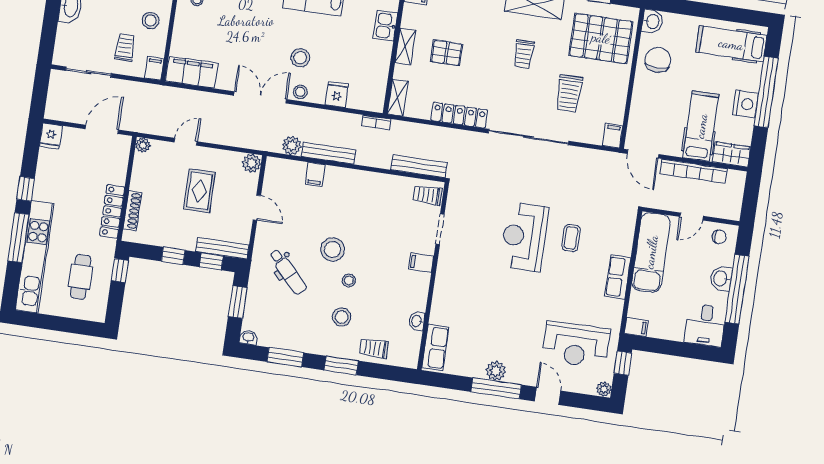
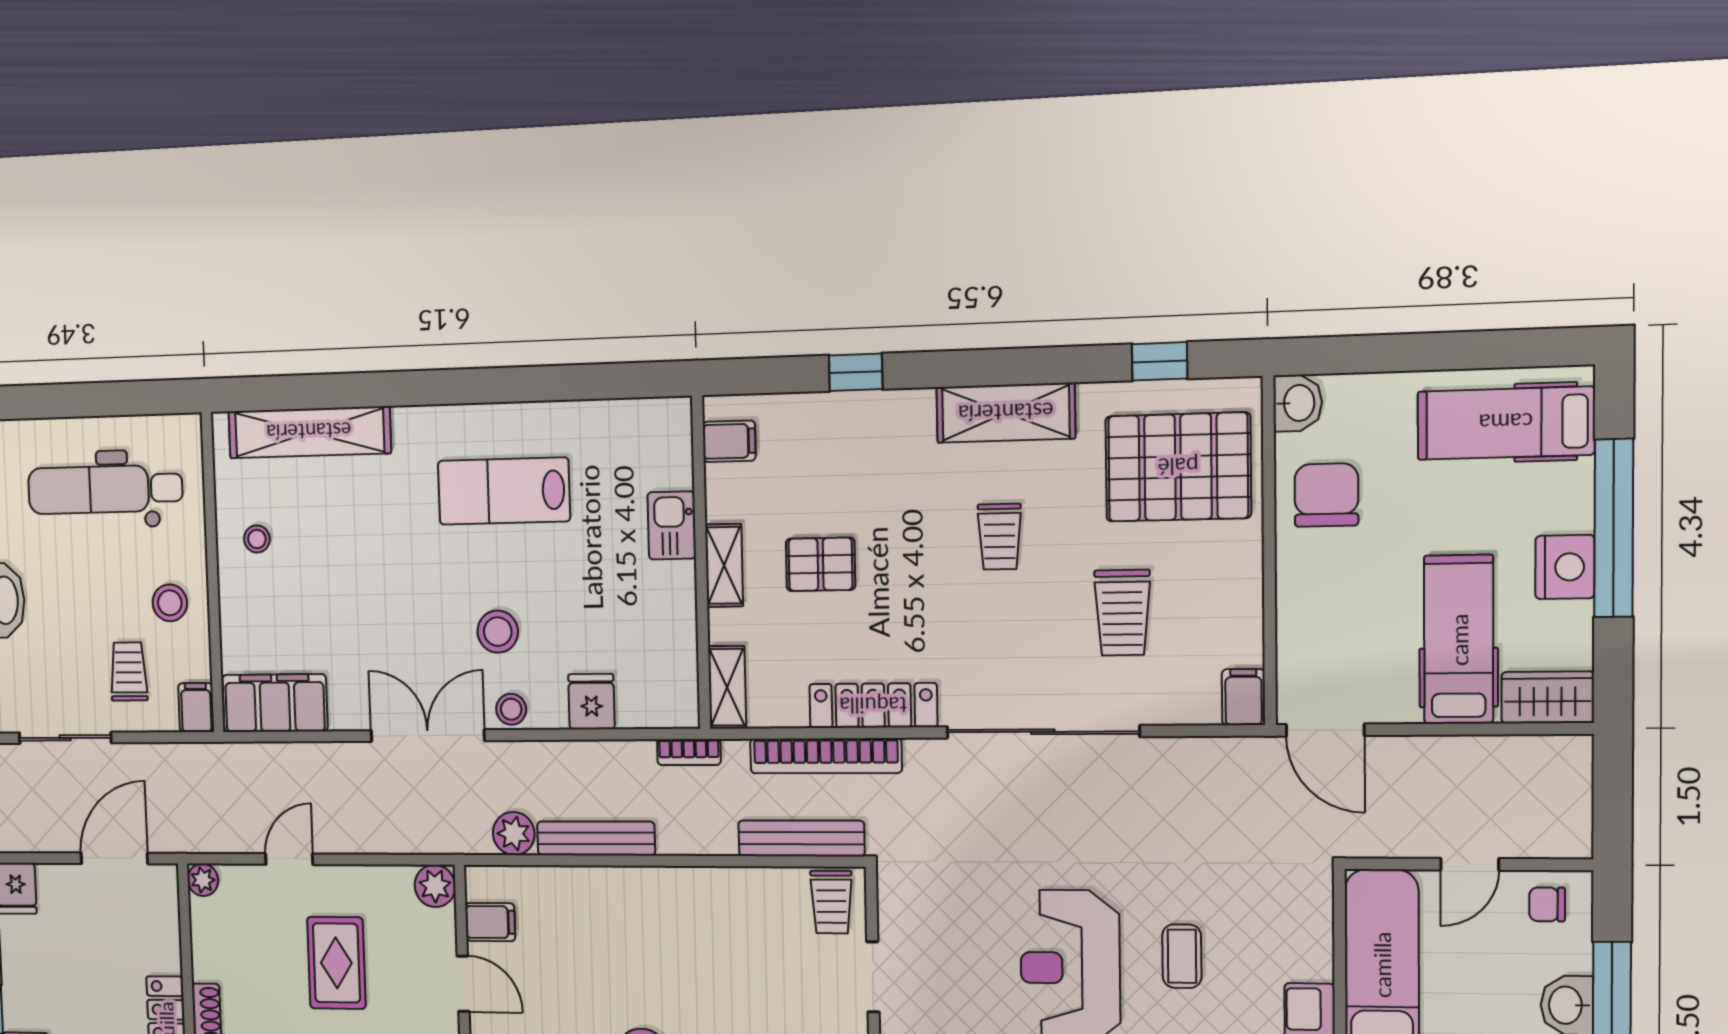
bookcase: (693, 171) -> (826, 756), moved
filing cabinet: (315, 174) -> (490, 922), moved, turned -90
trolley: (427, 195) -> (831, 902), turned -90
chair: (719, 237) -> (1547, 904), turned 180

